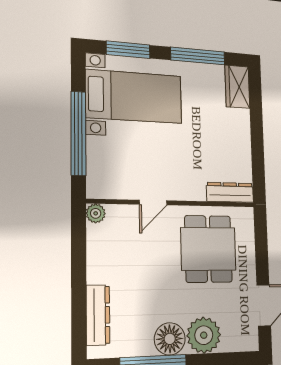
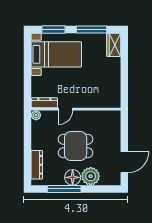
window: (78, 133) -> (28, 75), removed
dresser: (230, 192) -> (44, 103), moved
dining table: (208, 249) -> (76, 146), moved, turned 90

